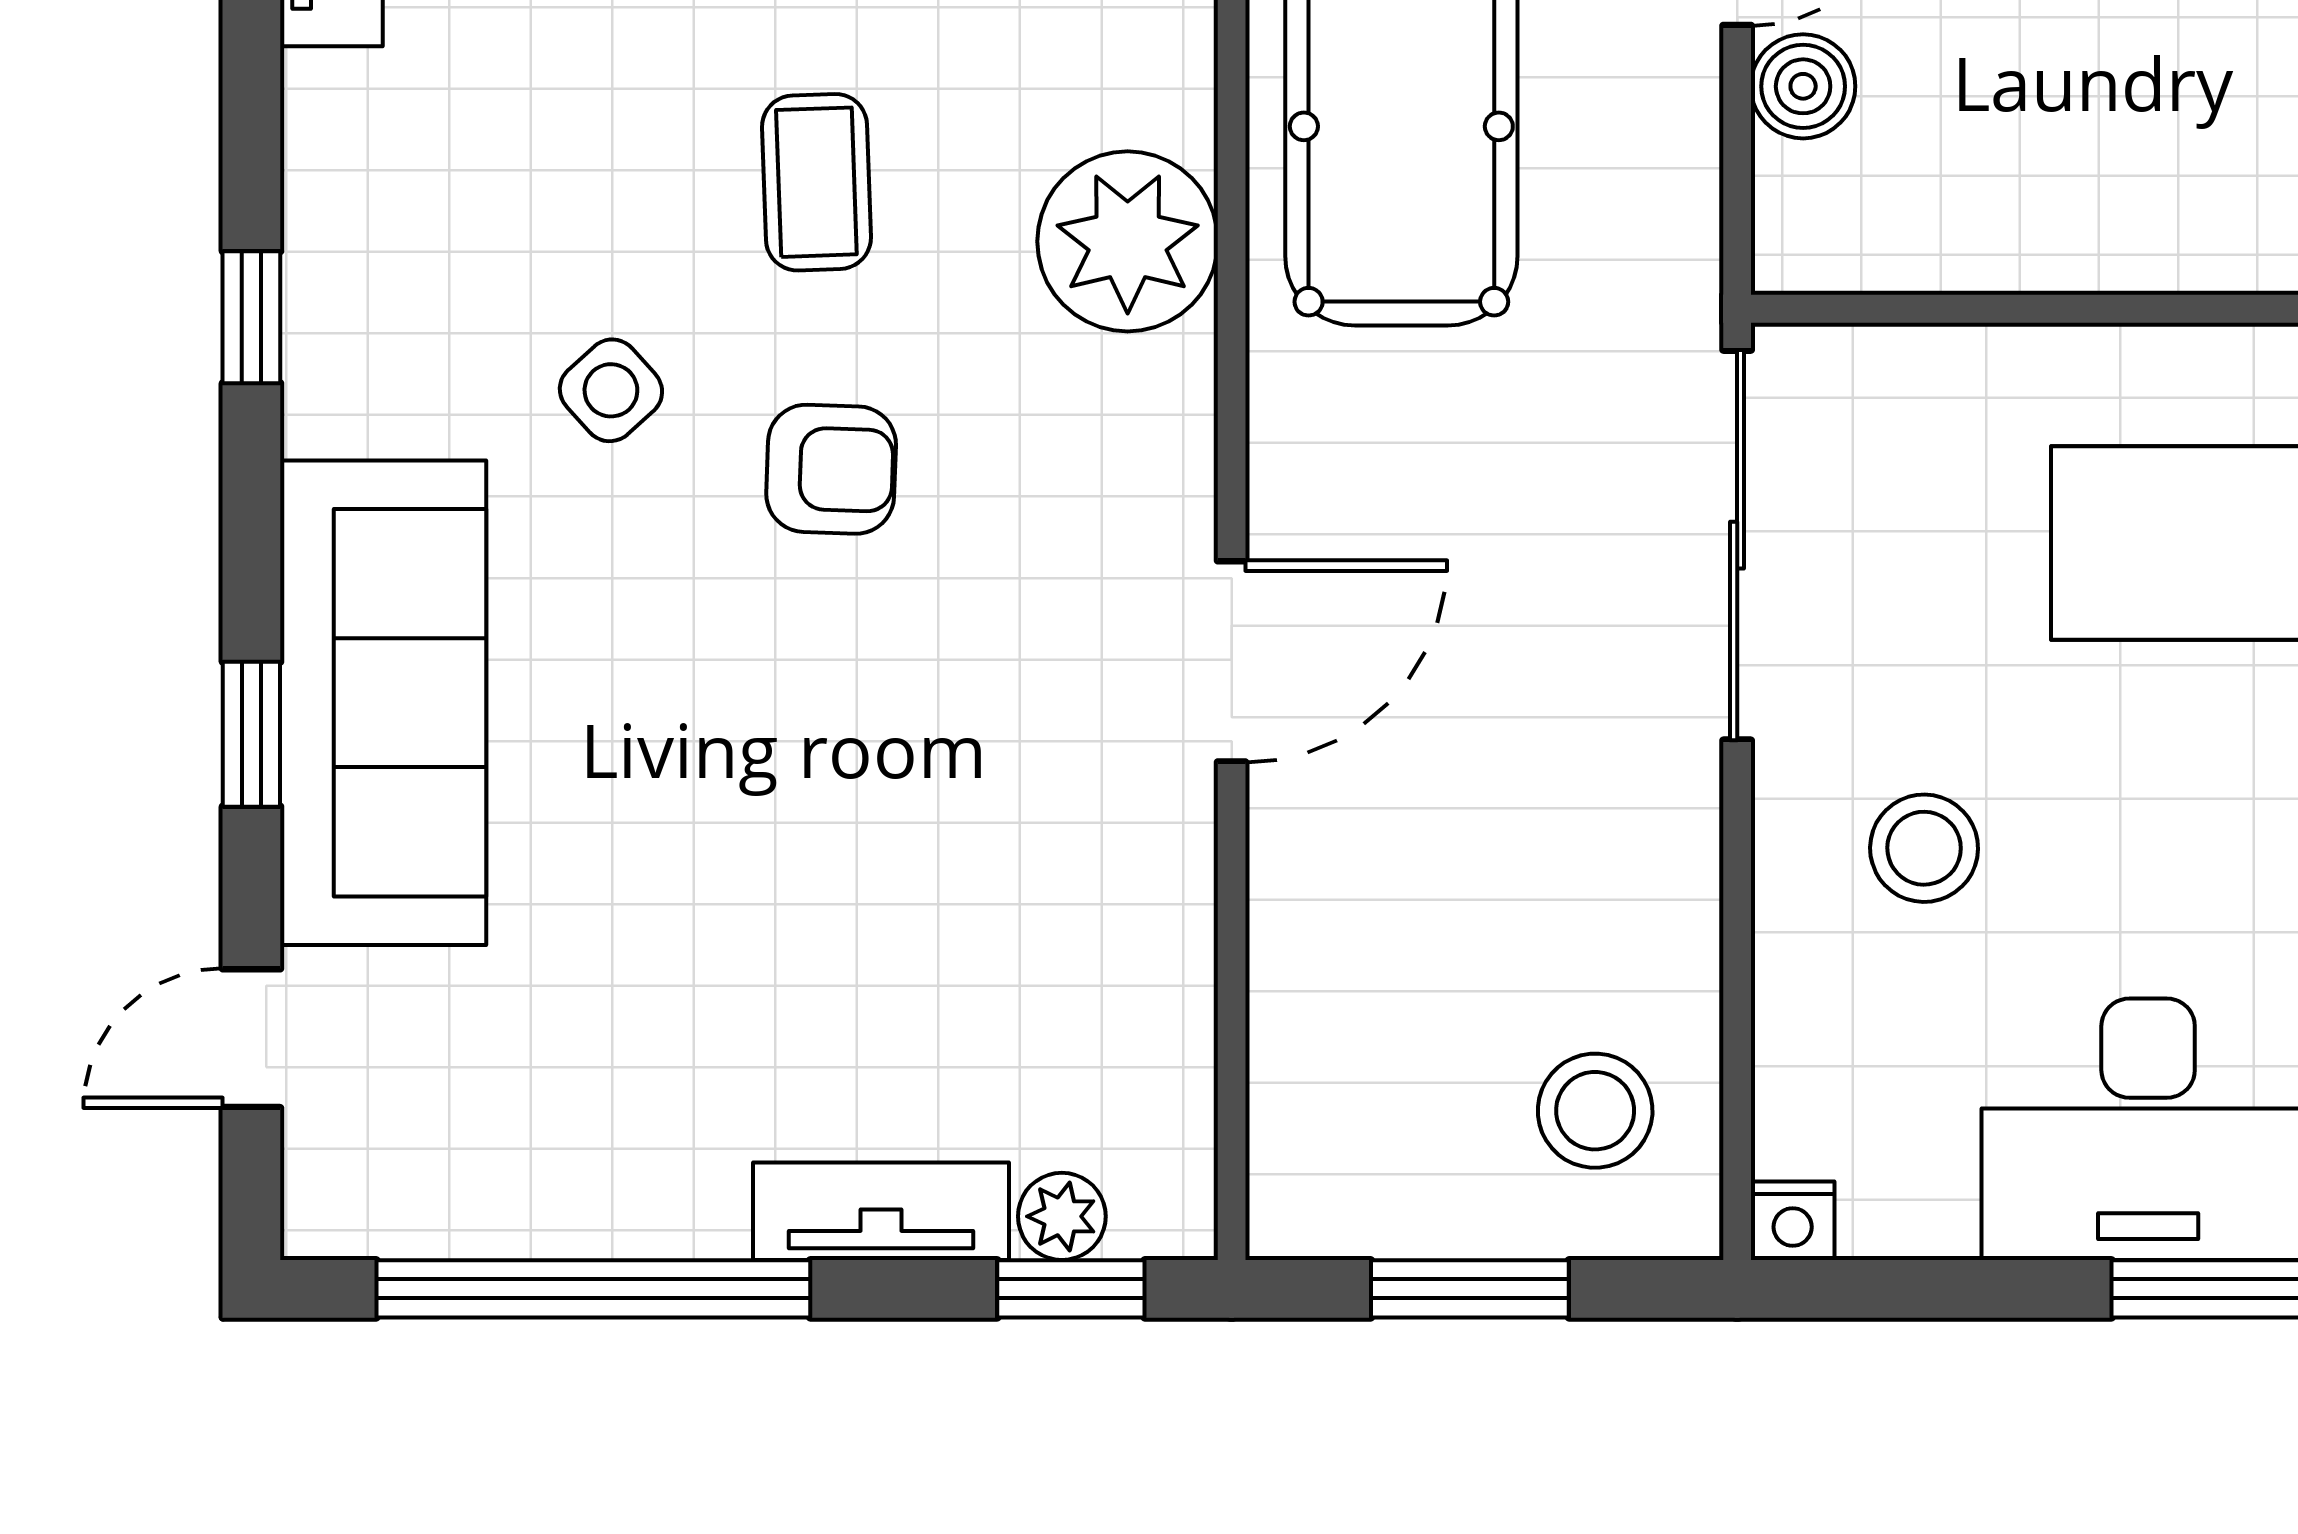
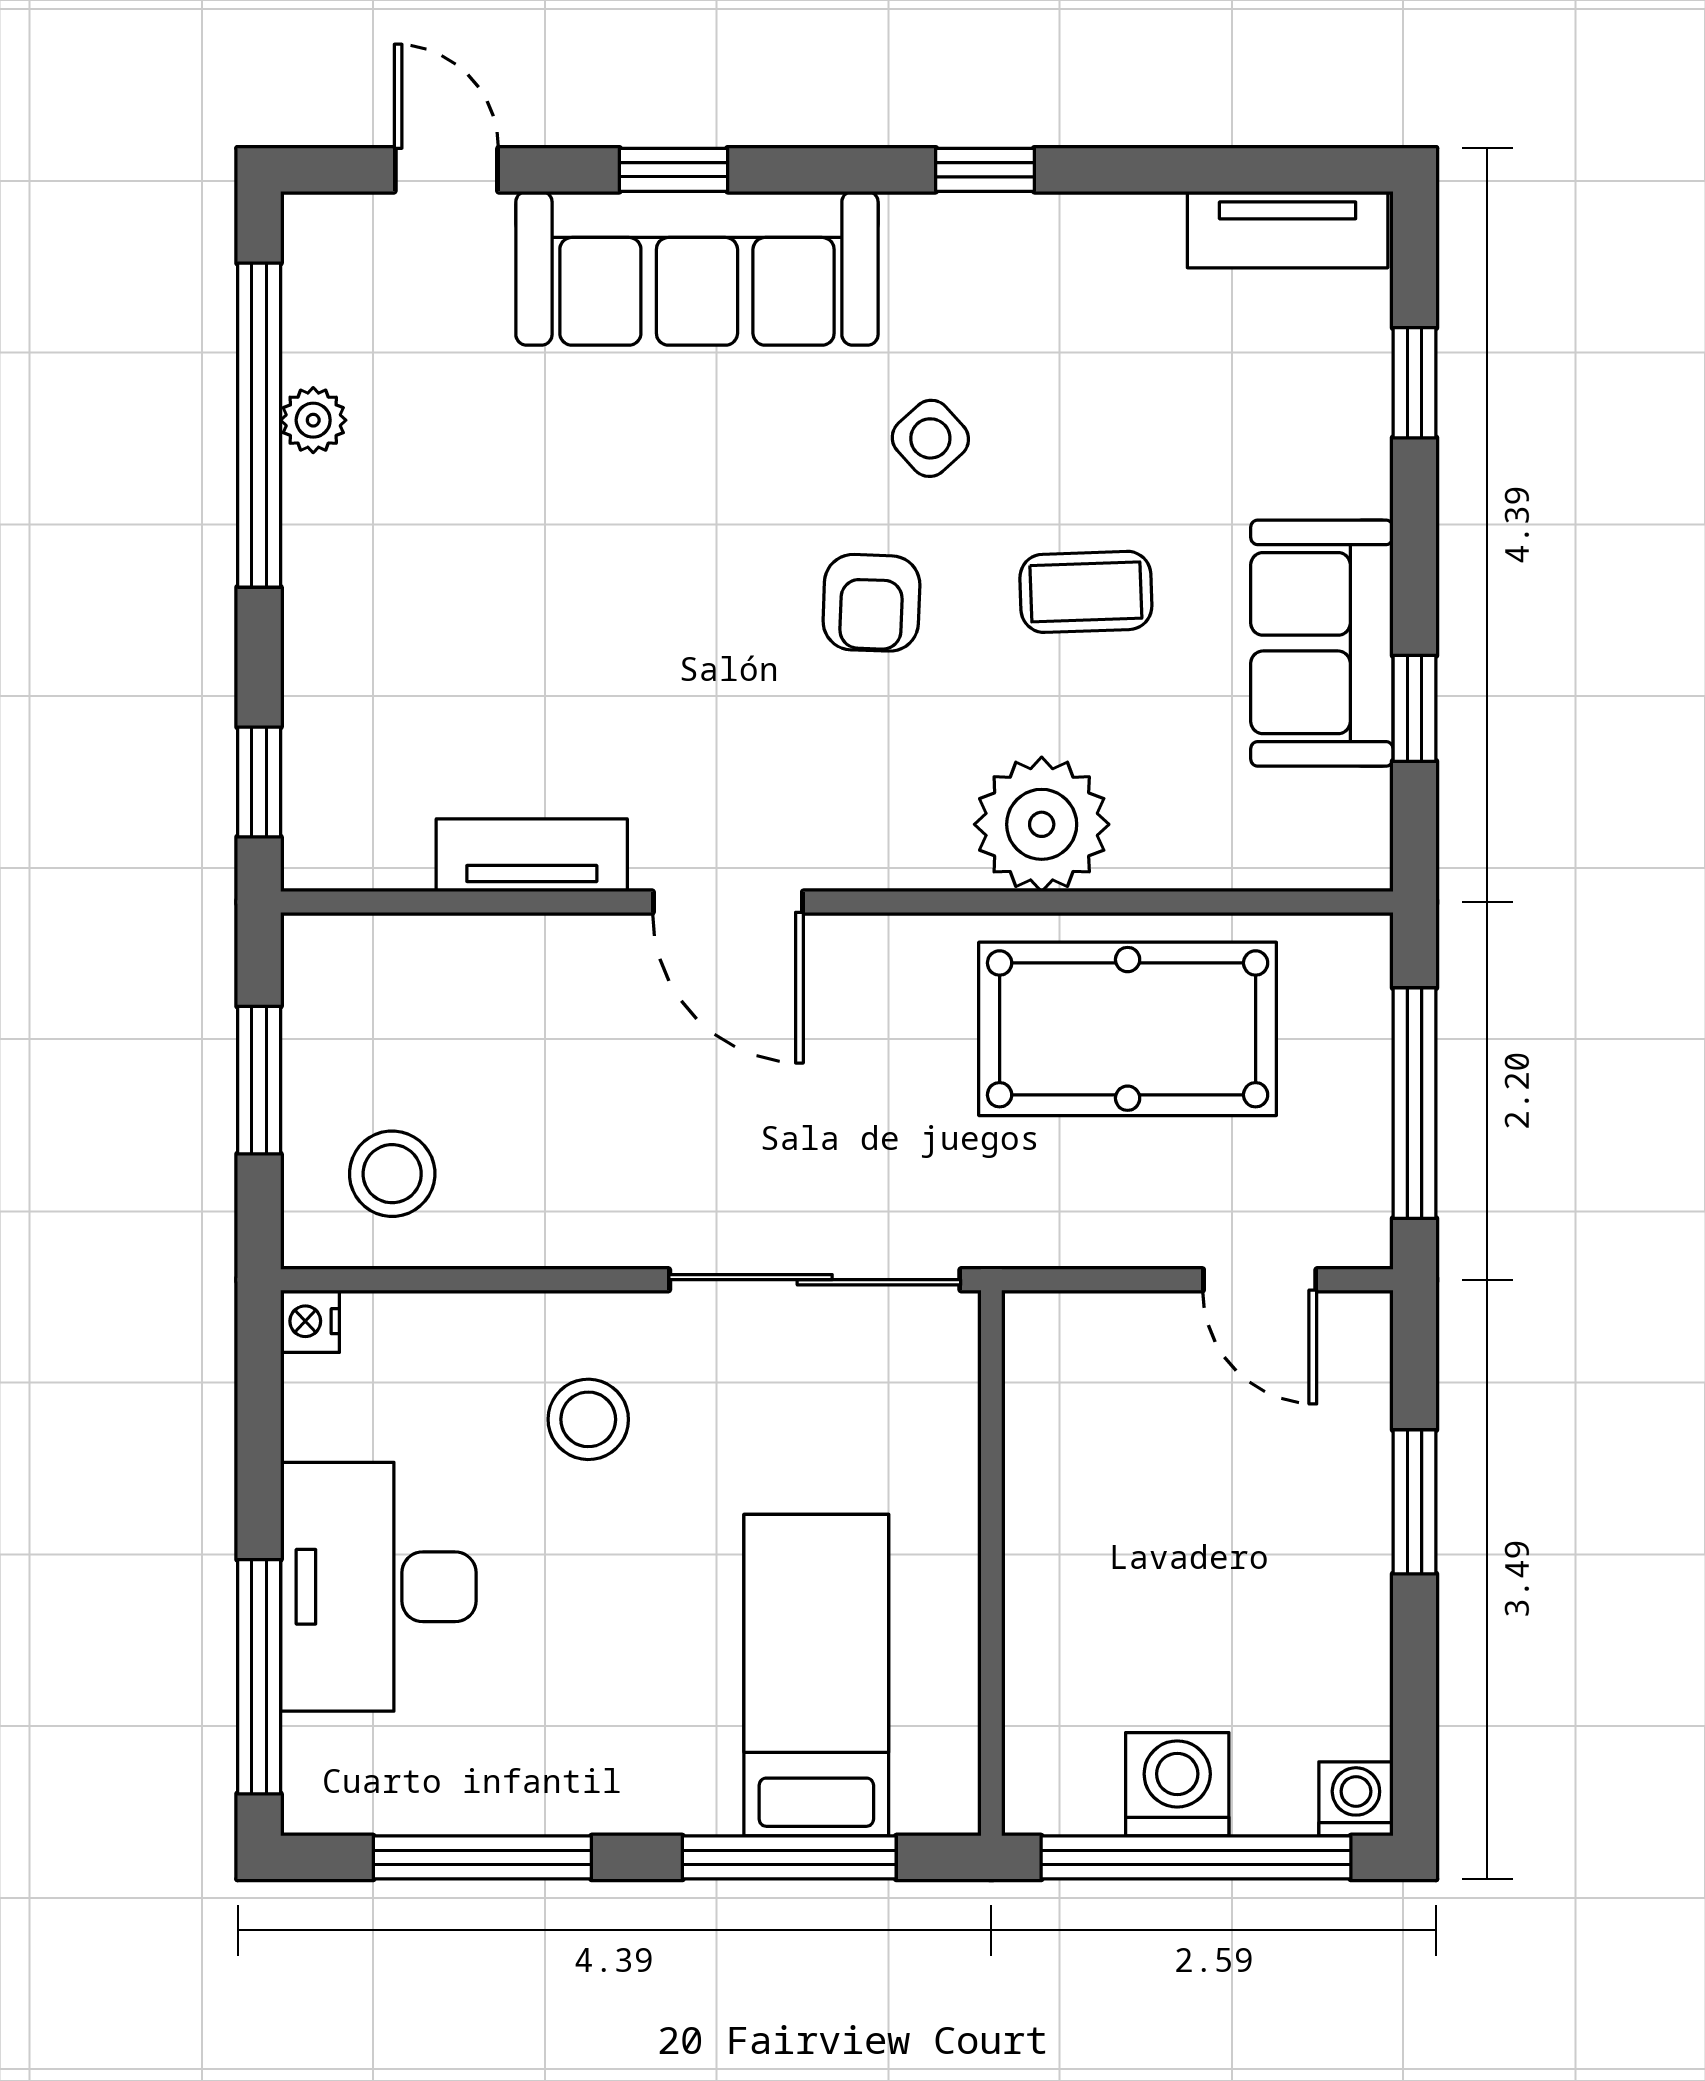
boiler: (1803, 86) -> (1157, 1329), removed
tv unit: (881, 1211) -> (532, 855), moved, turned -90
plant: (1062, 1216) -> (313, 420), moved

